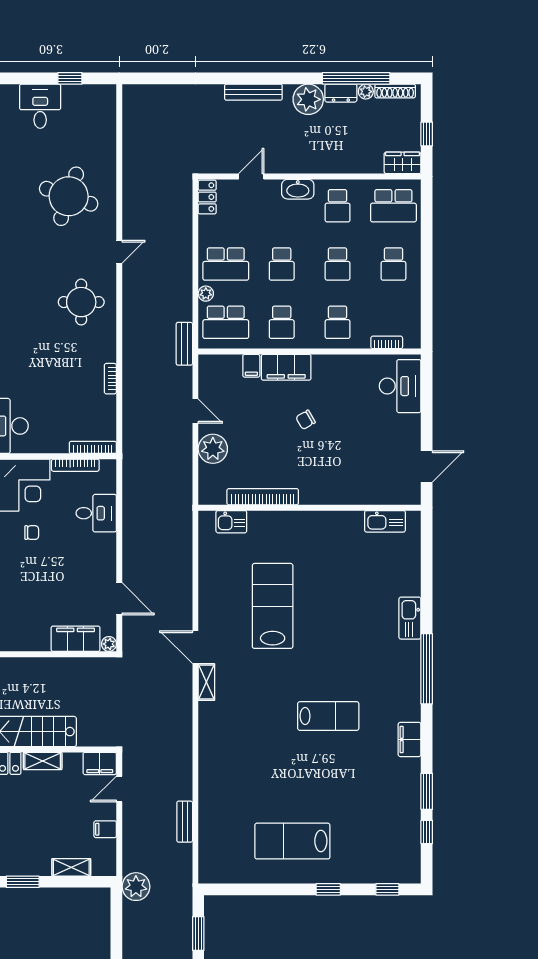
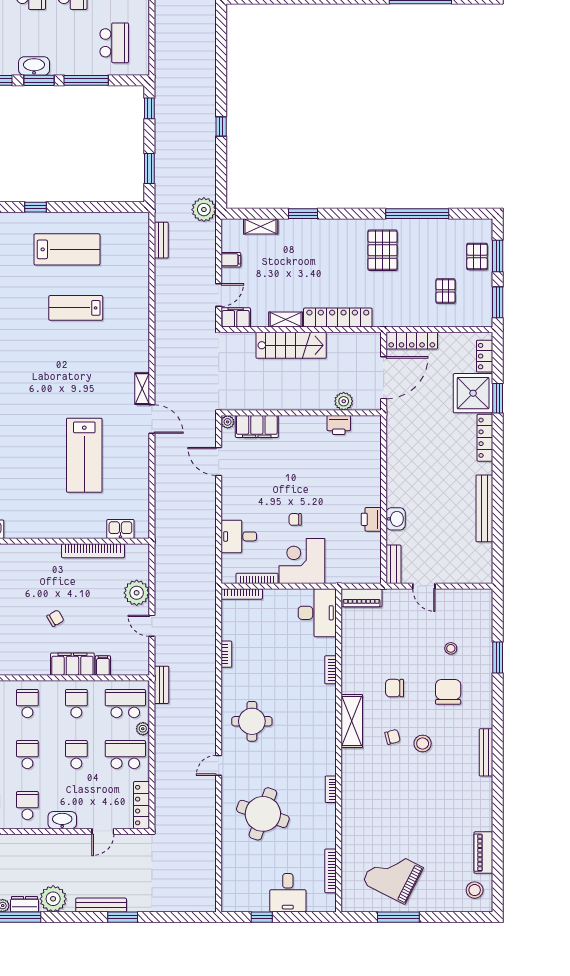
window: (229, 78) -> (123, 917), added
locker: (207, 197) -> (142, 805), width x1.53
lab bench: (328, 716) -> (76, 308), moved
bench: (185, 822) -> (161, 240), moved

